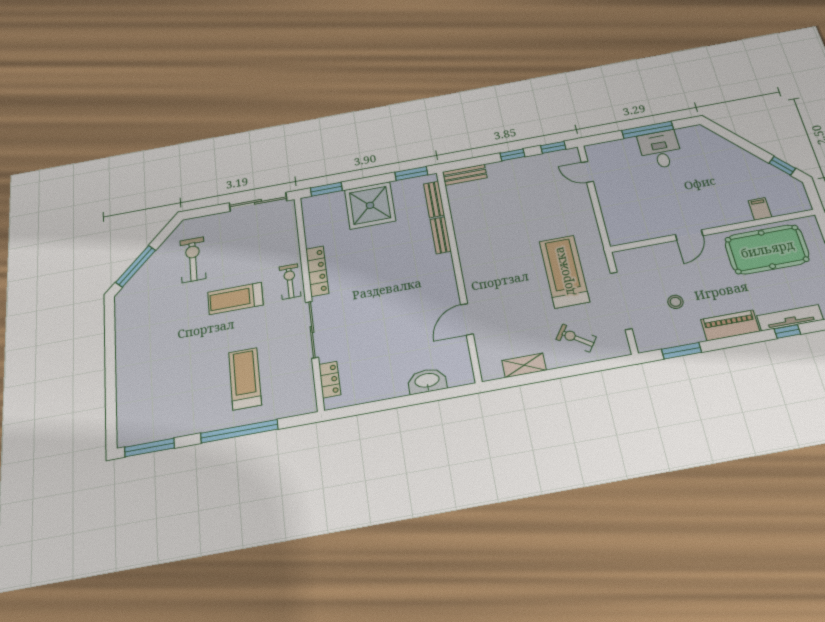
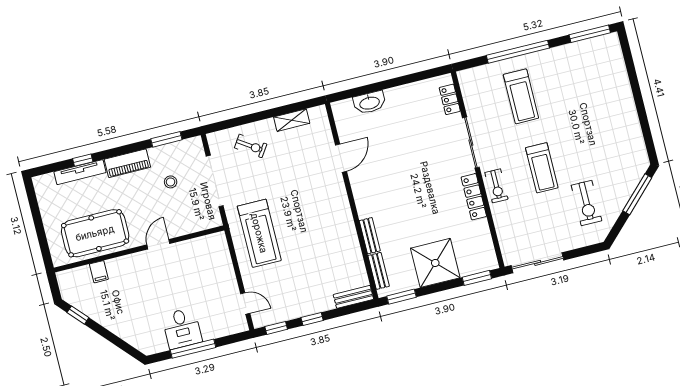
treadmill: (564, 271) -> (259, 233), moved
treadmill: (235, 298) -> (542, 168), turned 90

